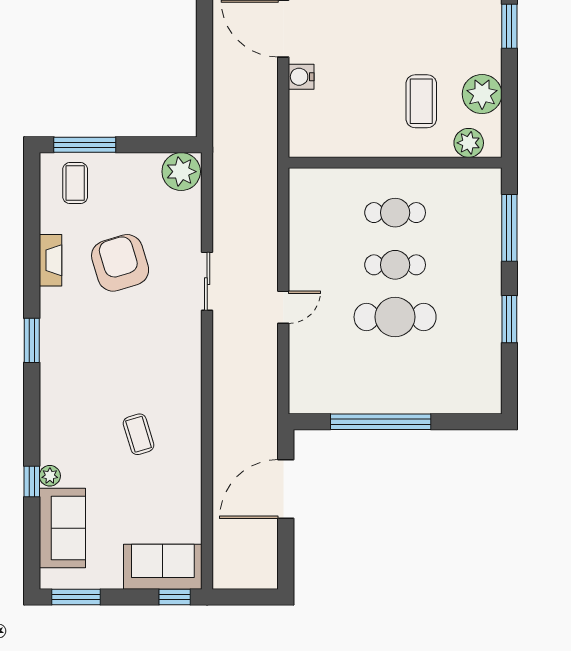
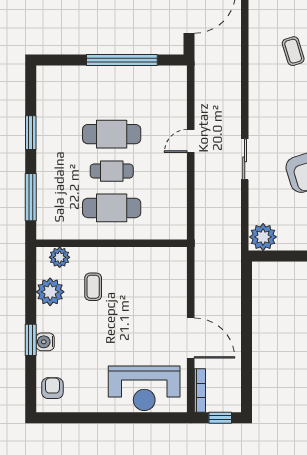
water cooler: (301, 77) -> (45, 342), moved, turned 180
coffee table: (421, 101) -> (93, 287), width x0.73, depth x0.77
cafe table: (395, 213) -> (112, 208), width x1.37, depth x1.35

